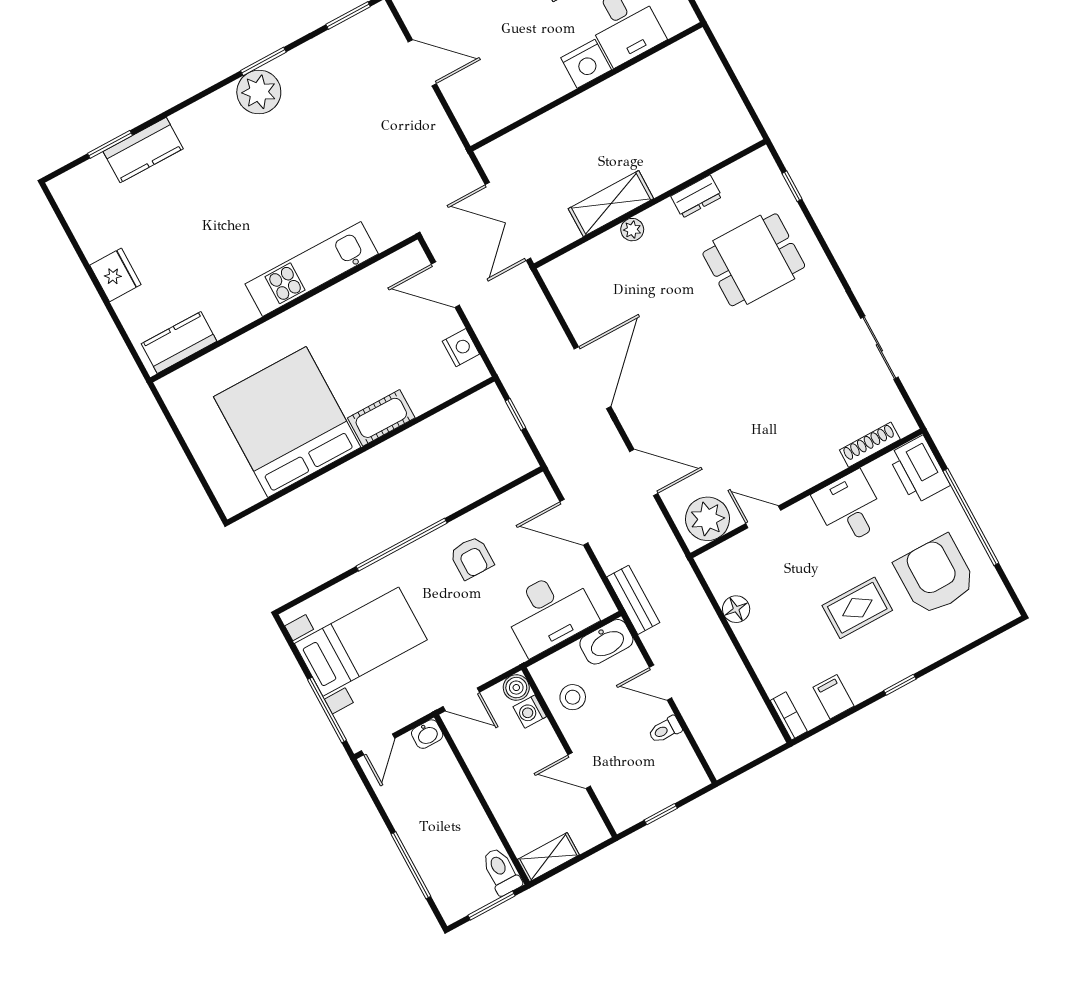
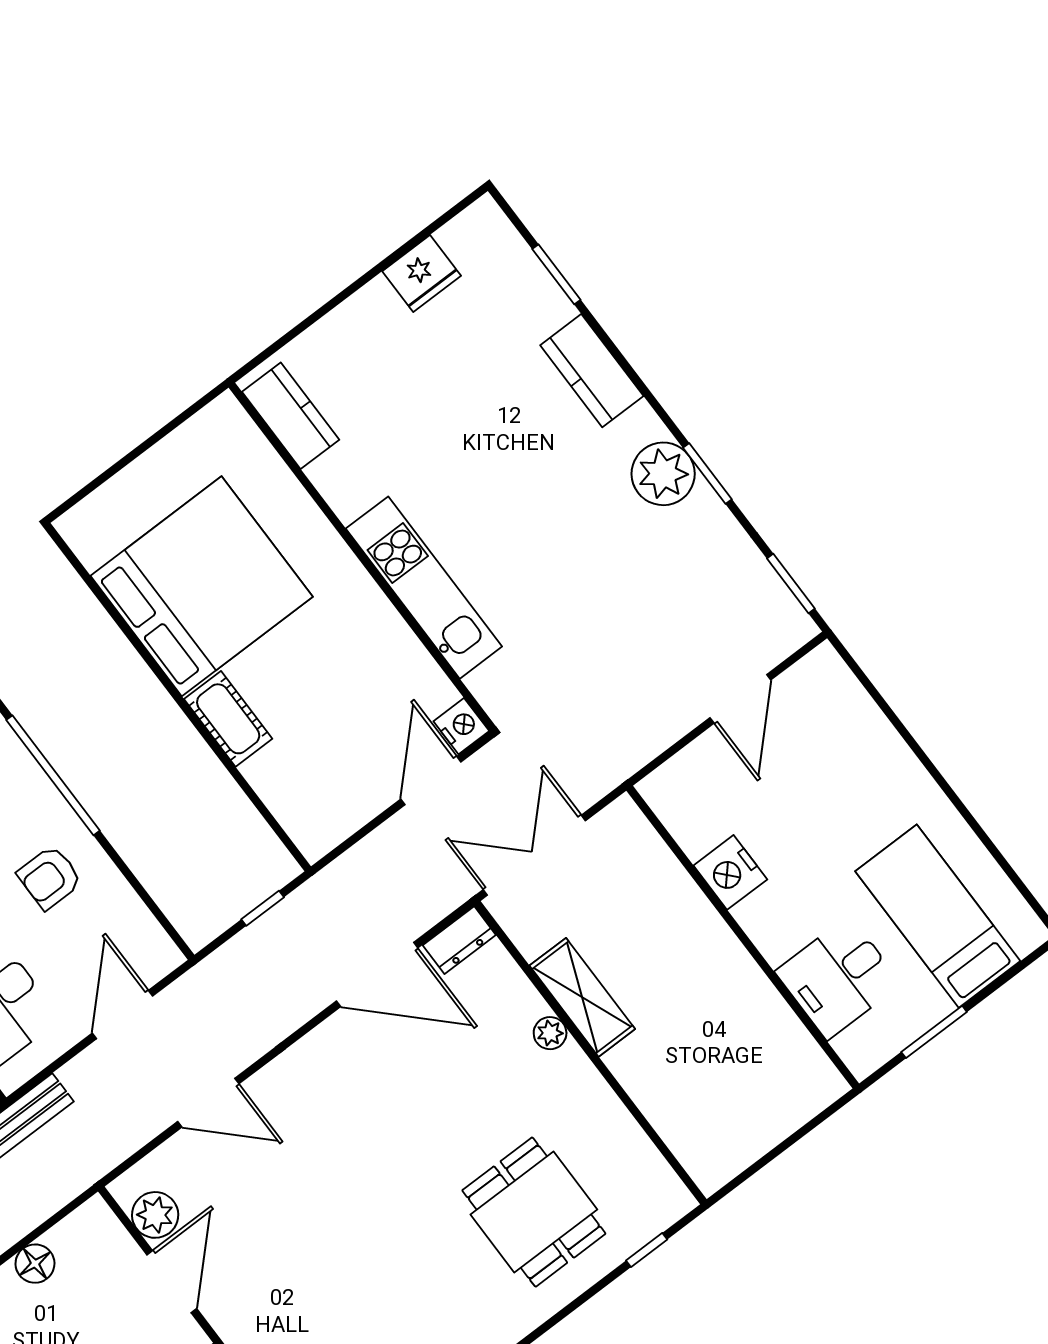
nightstand: (586, 64) -> (730, 872), moved
kitchen counter: (143, 150) -> (592, 371), moved
dresser: (696, 196) -> (459, 940), moved, turned -90
fridge: (115, 275) -> (422, 273), moved
nightstand: (461, 348) -> (461, 726), moved, turned -90
door: (592, 378) -> (377, 975), moved
door: (644, 473) -> (208, 1103), hinge flipped
door: (763, 517) -> (172, 1282), width x1.38
plant: (707, 519) -> (155, 1215), width x0.73, depth x0.73

